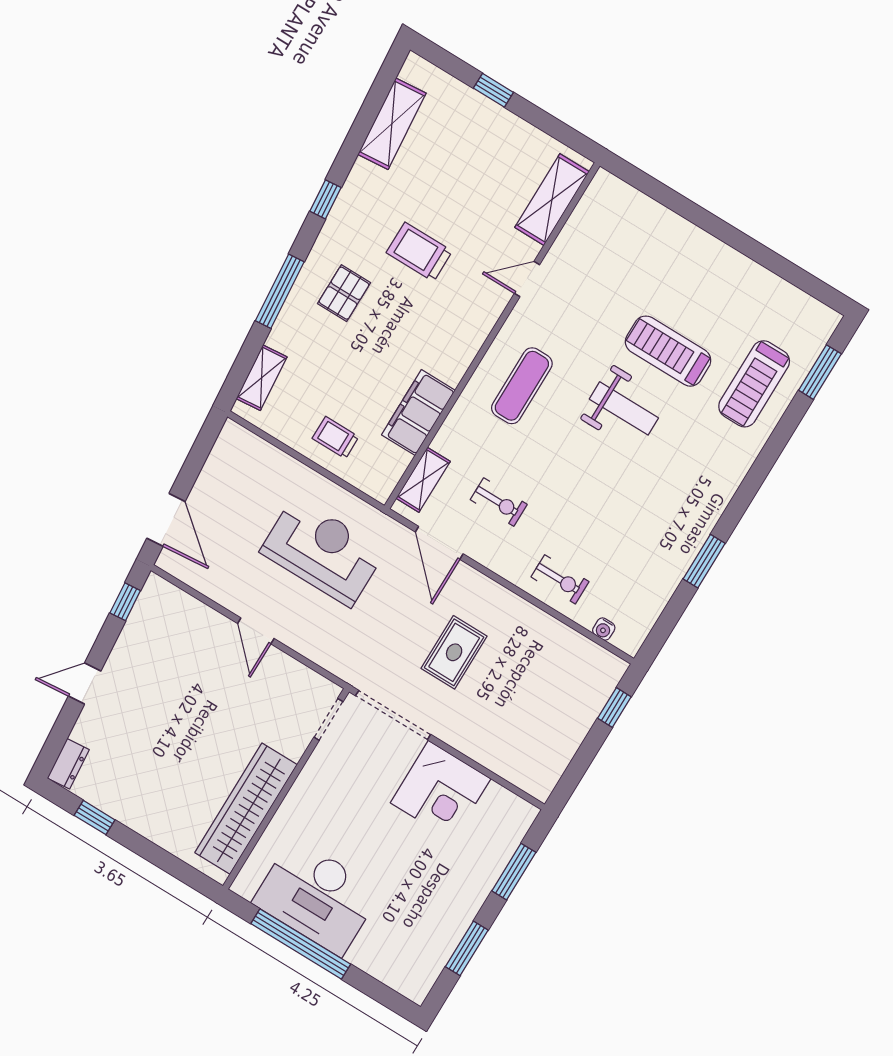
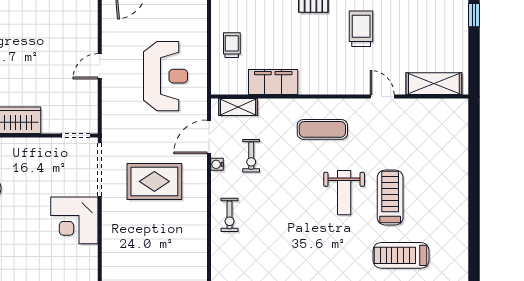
water cooler: (604, 629) -> (217, 164), moved
rug: (454, 652) -> (154, 181), width x1.36, depth x1.43

